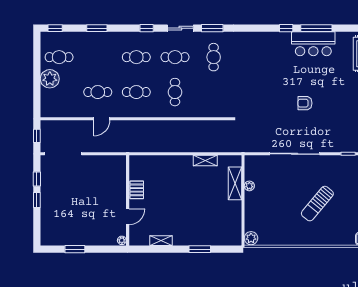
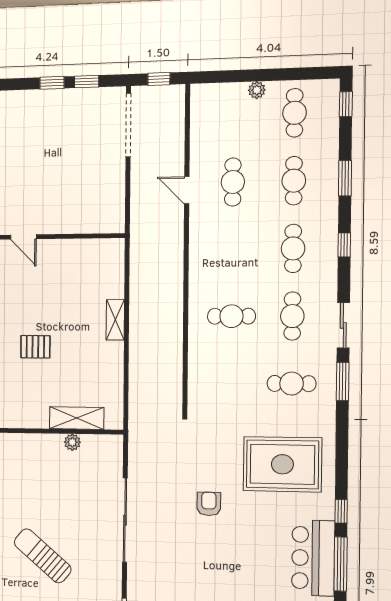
window: (147, 28) -> (344, 245), moved
rug: (260, 62) -> (282, 464), added
plant: (50, 79) -> (257, 90), width x0.53, depth x0.53
cafe table: (136, 92) -> (294, 181), moved
armchair: (305, 103) -> (209, 504), moved
shelving: (205, 161) -> (115, 320), moved
pallet: (137, 190) -> (35, 347), moved

